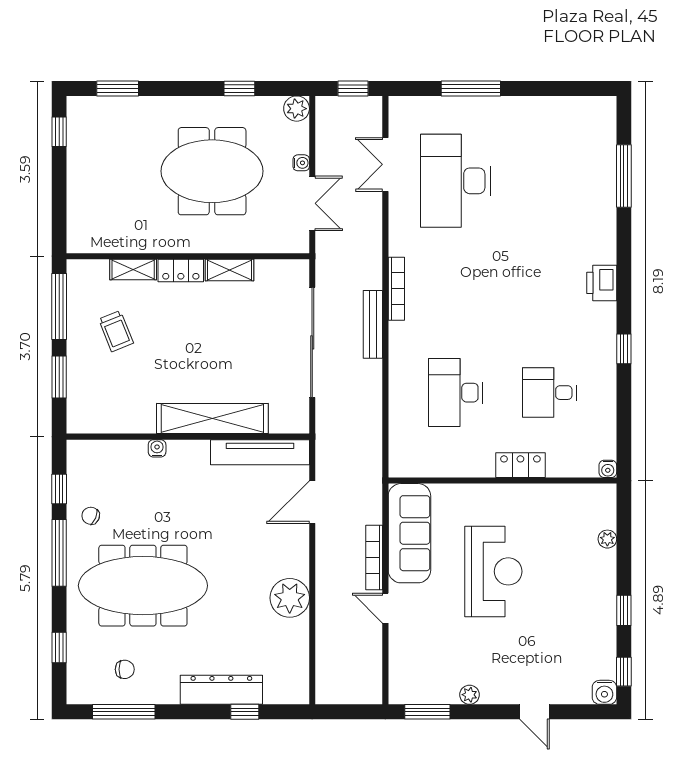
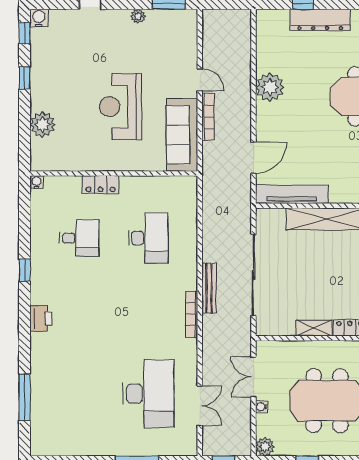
plant: (607, 539) -> (43, 125), width x1.88, depth x1.88

